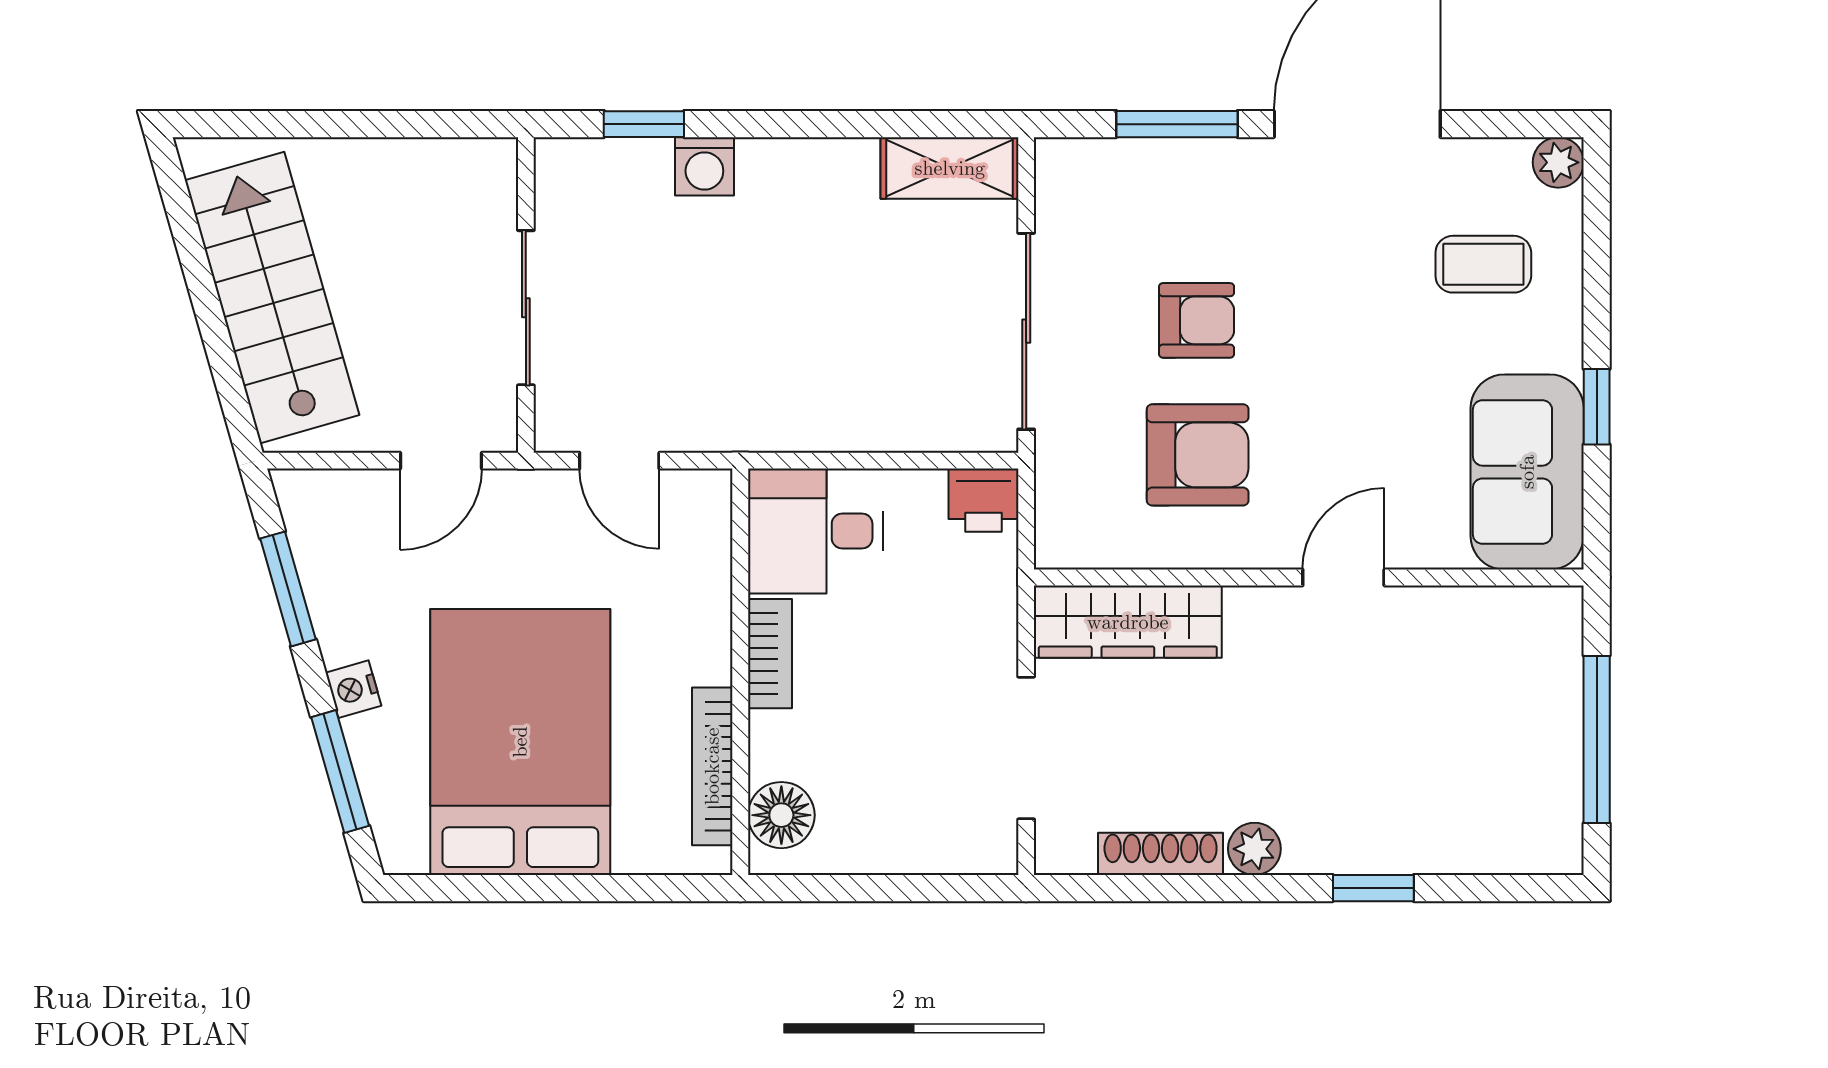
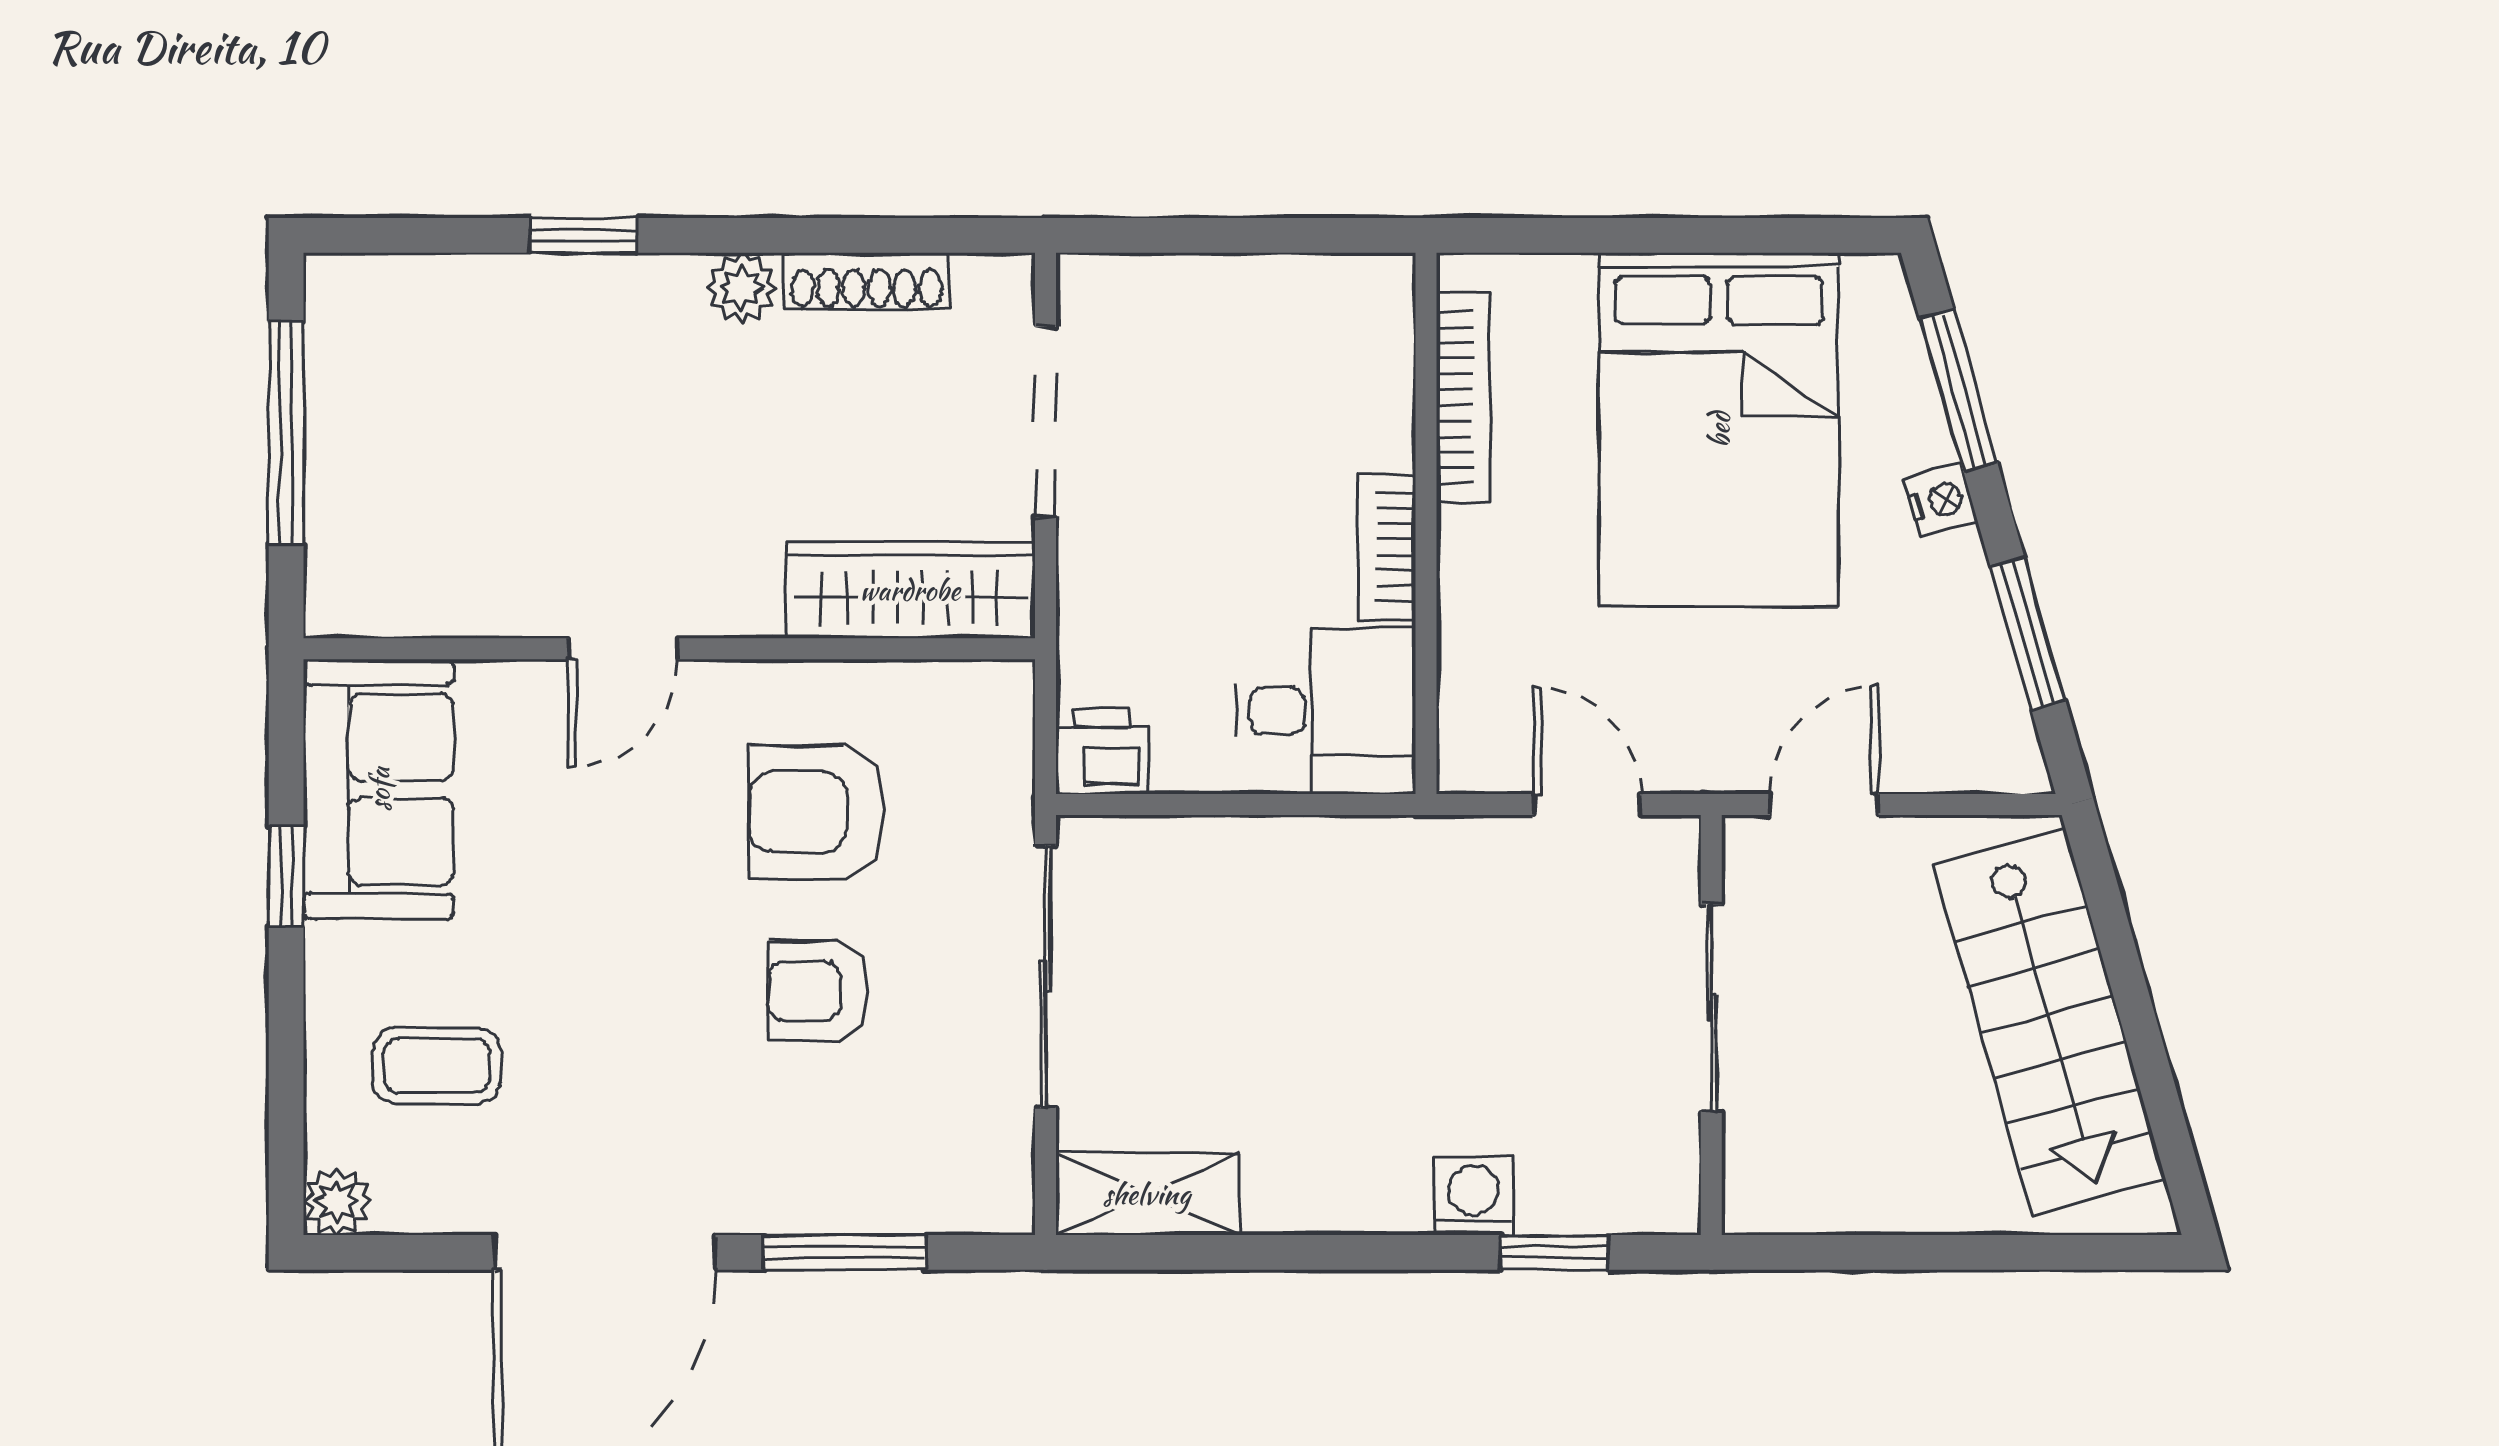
floor lamp: (781, 815) -> (1371, 333), removed

